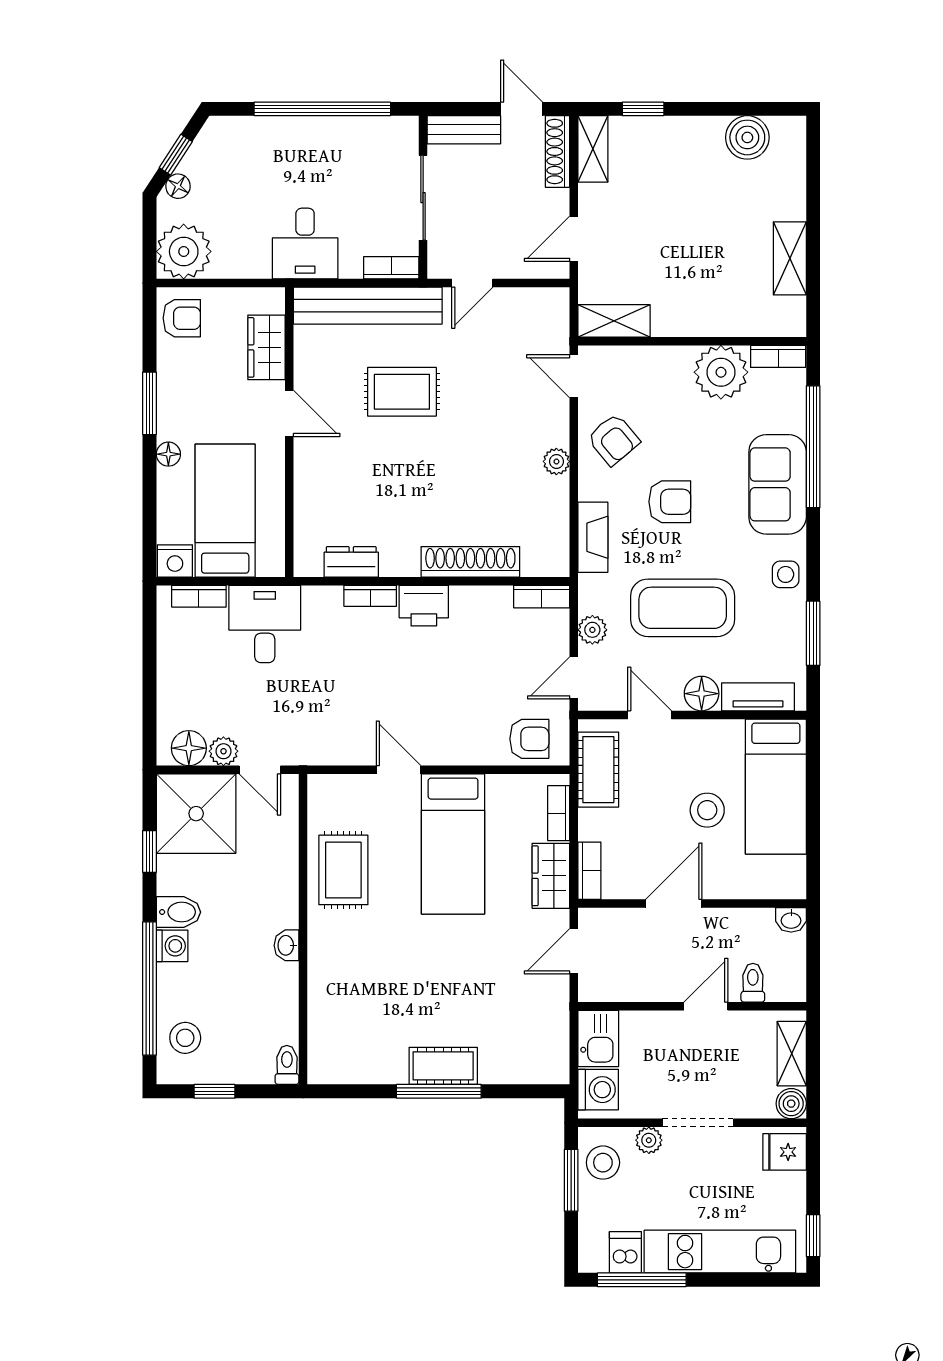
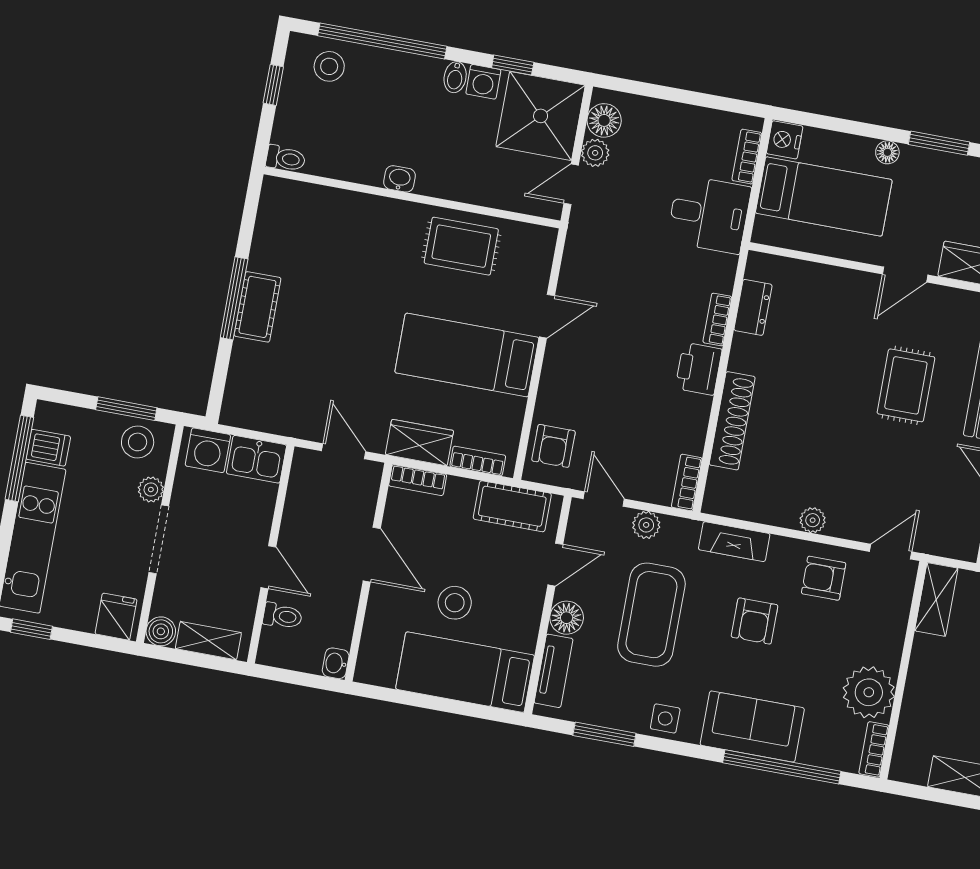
armchair: (613, 440) -> (824, 578), turned 40
bidet: (179, 912) -> (455, 77), width x0.72, depth x0.74
washing machine: (172, 946) -> (483, 82), moved

